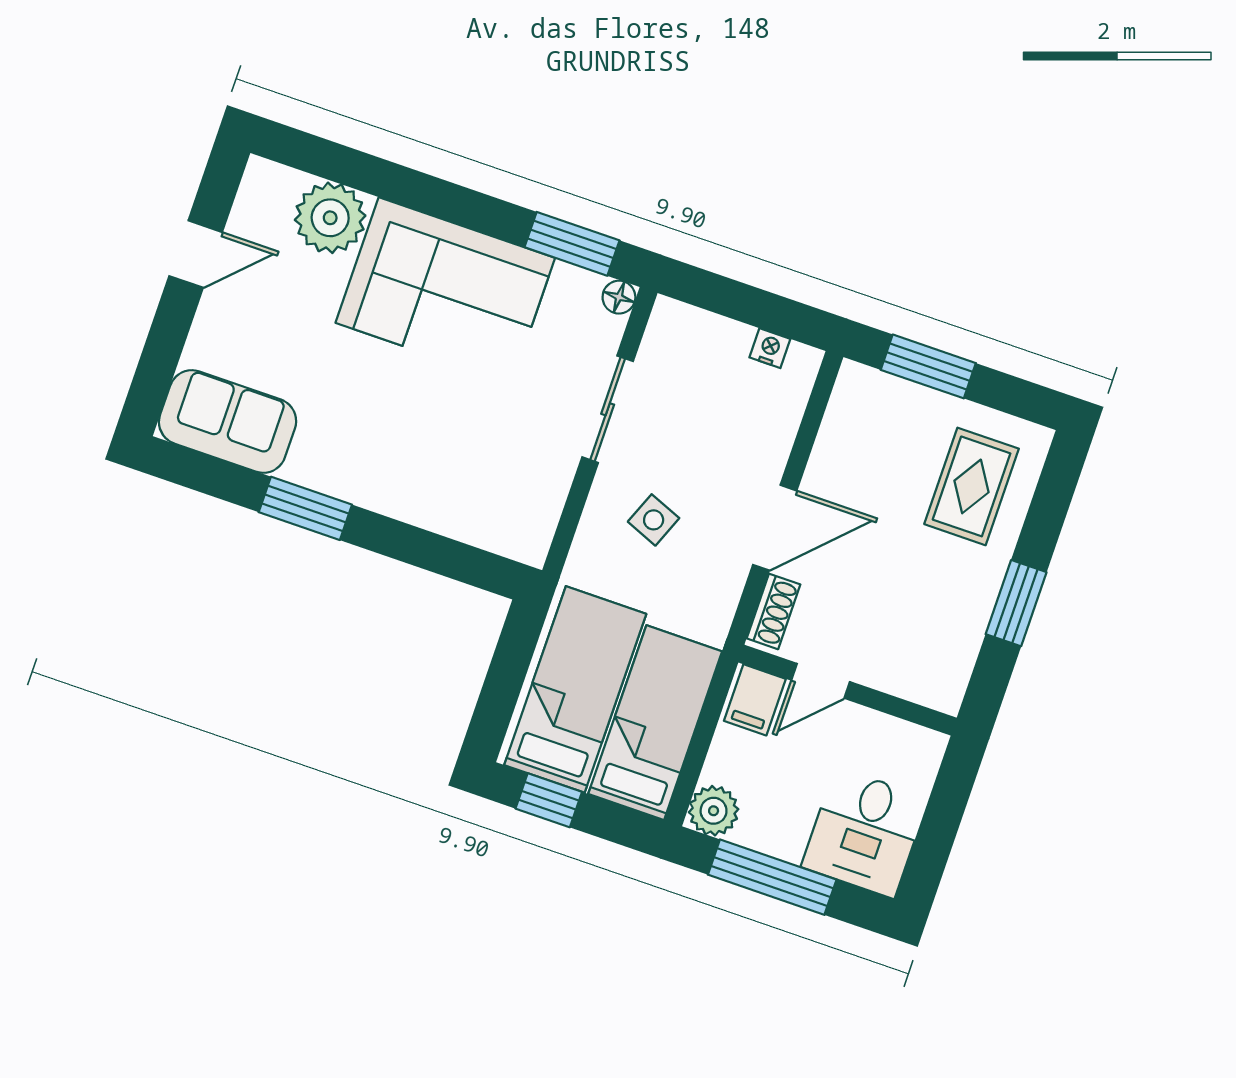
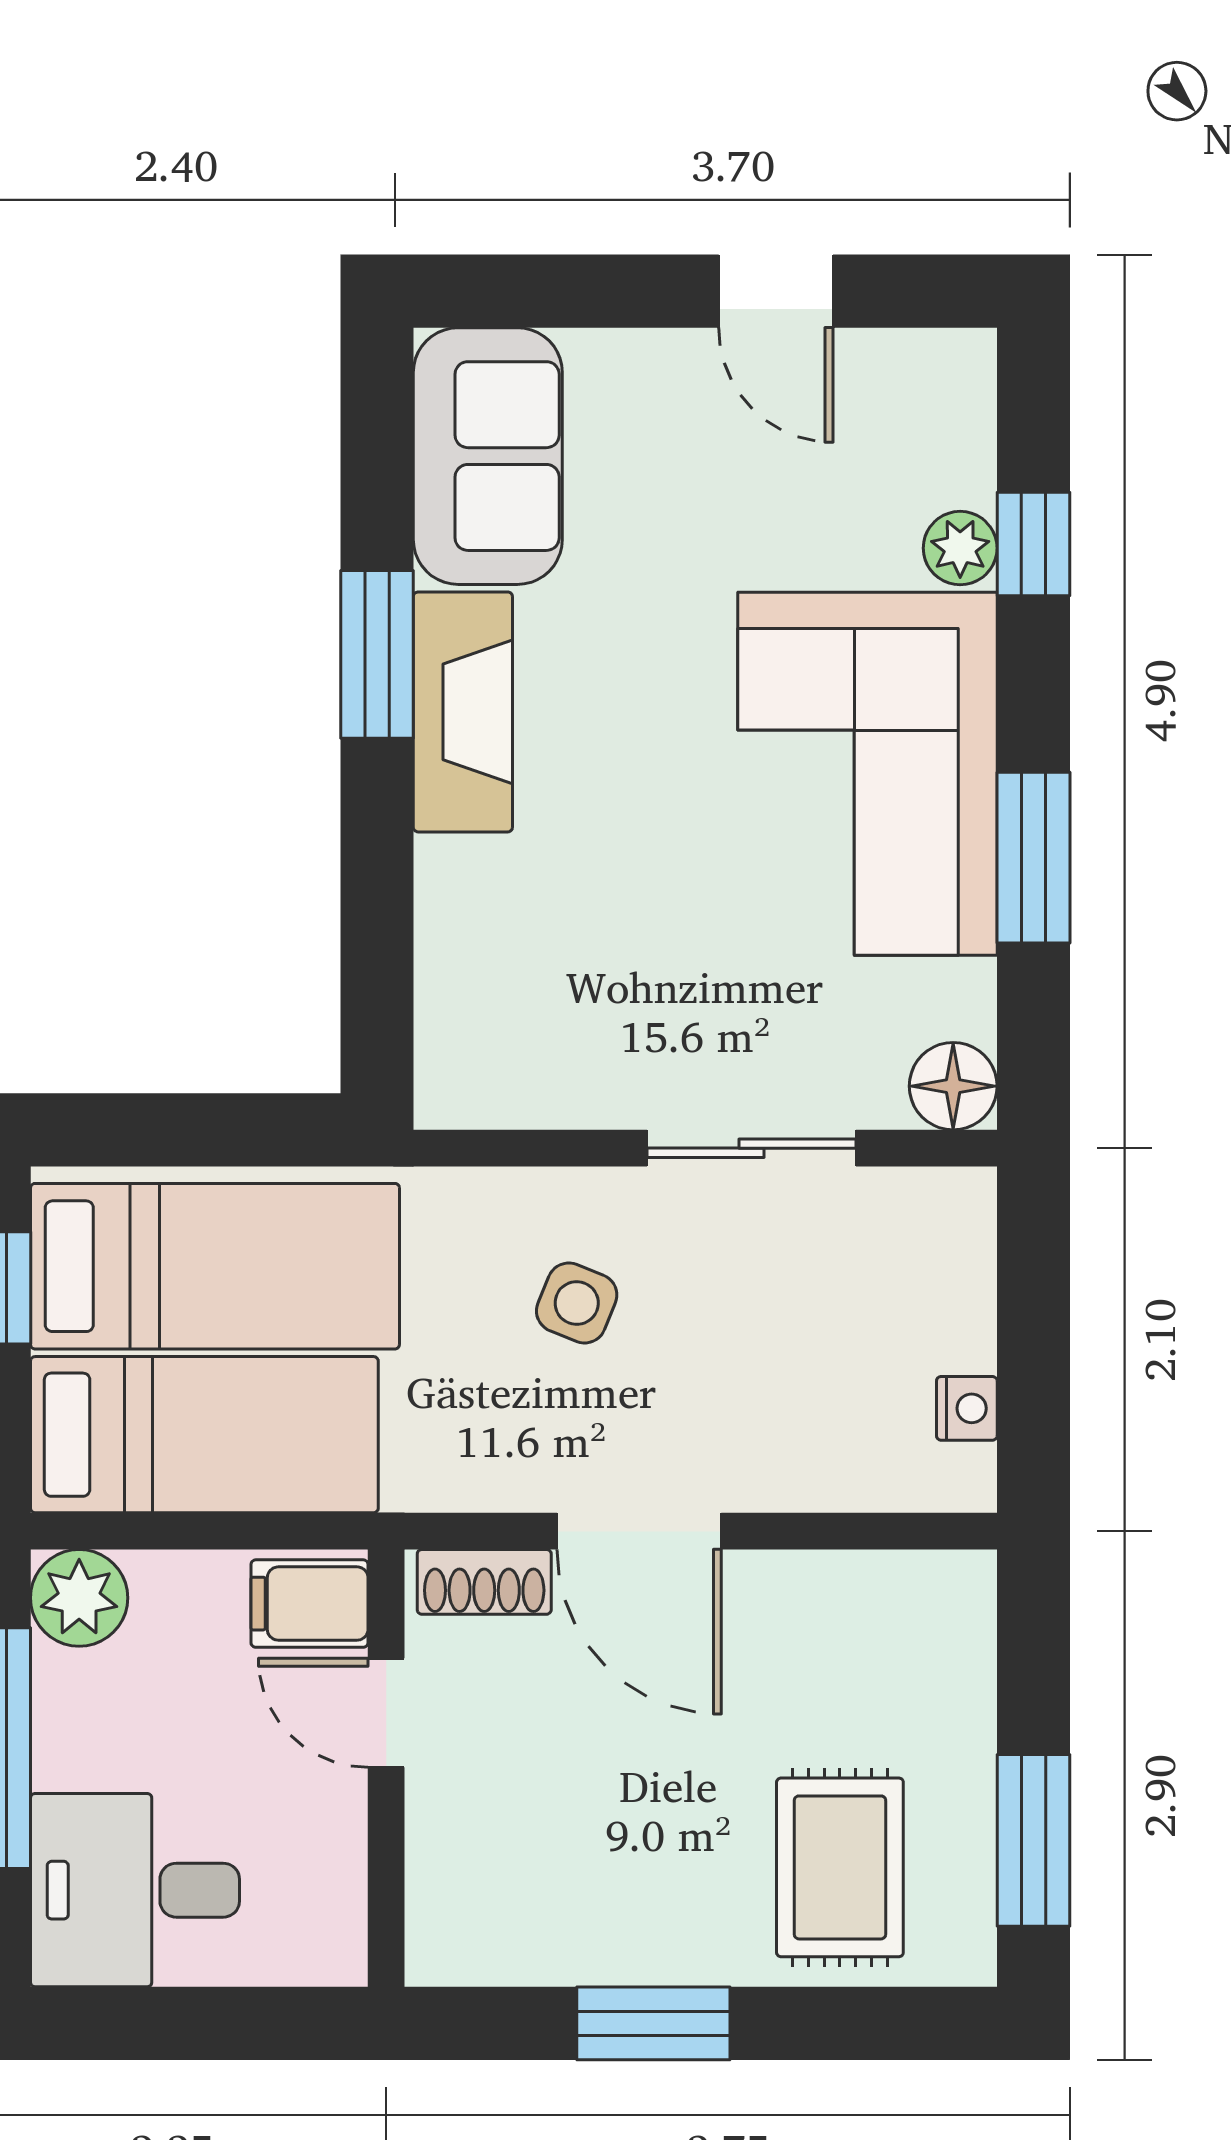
window: (361, 171) -> (1033, 544), added
plant: (330, 218) -> (960, 548), width x0.53, depth x0.53
window: (572, 244) -> (1033, 858), moved
floor lamp: (619, 297) -> (953, 1086), width x1.37, depth x1.37
window: (928, 366) -> (1033, 1840), moved
fireplace: (348, 476) -> (463, 712), added
rug: (972, 486) -> (840, 1867), turned 90

